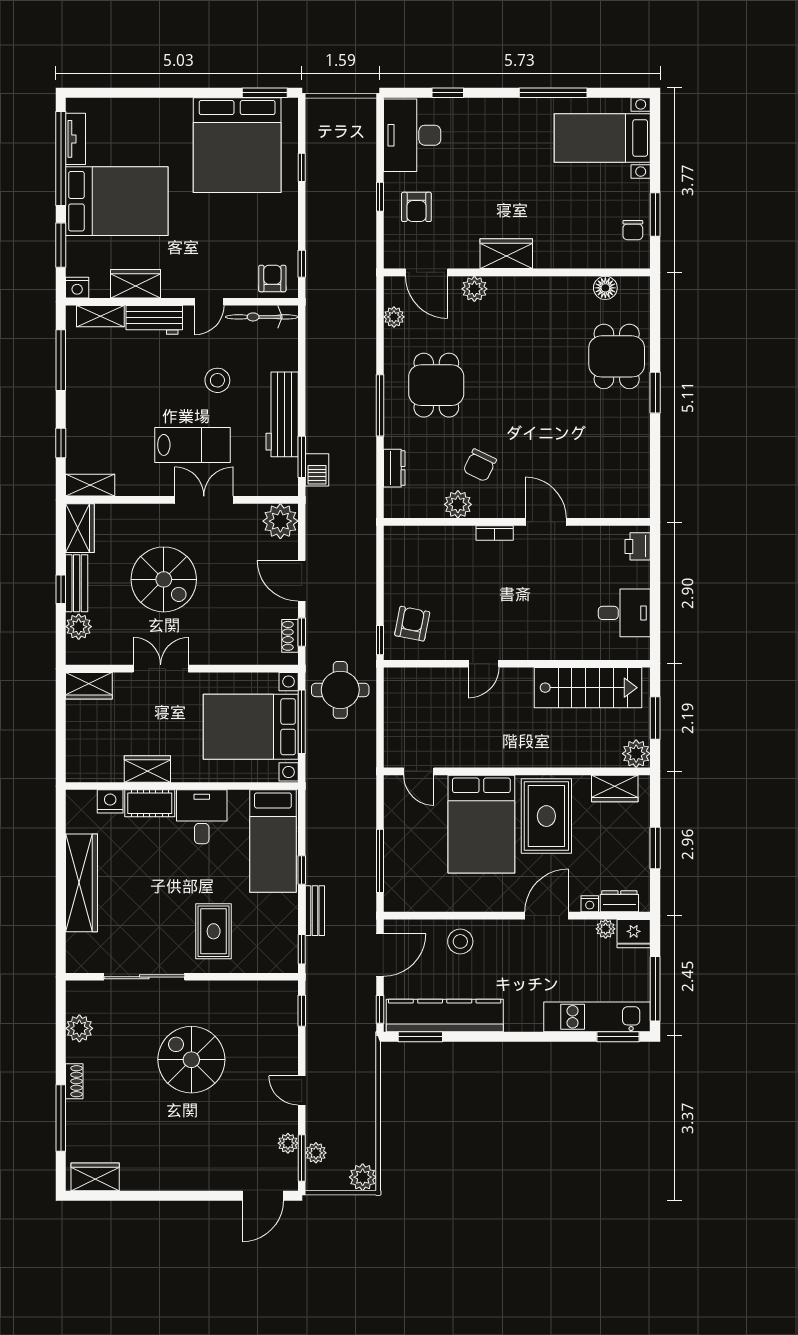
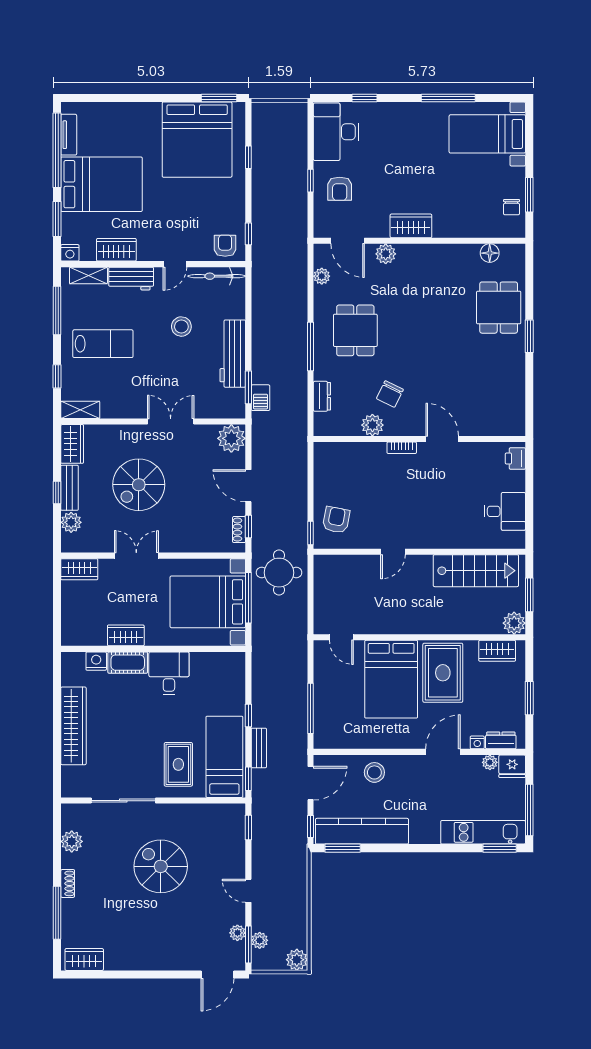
lab bench: (193, 445) -> (103, 344), moved
spiral stairs: (164, 579) -> (139, 485), turned 90
bed: (273, 841) -> (224, 757), moved, turned 180

